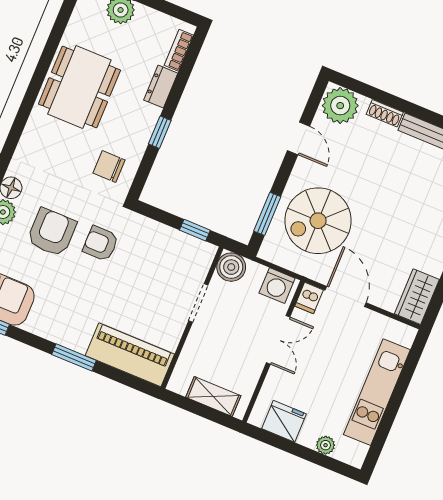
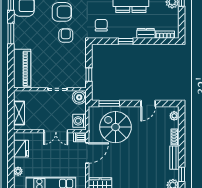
plant: (340, 106) -> (174, 116), width x0.53, depth x0.53
window: (74, 357) -> (11, 33), moved

